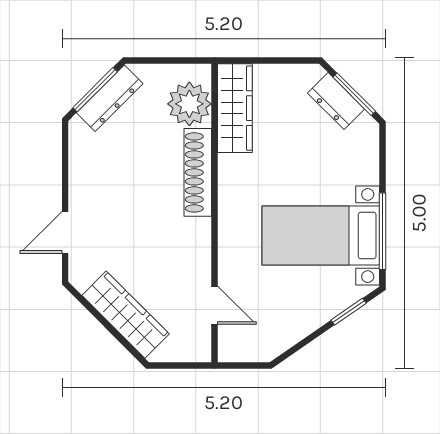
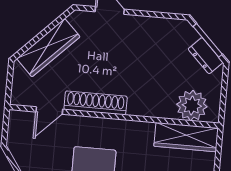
dresser: (110, 98) -> (205, 56), width x0.70
shoe rack: (198, 172) -> (96, 103), moved

